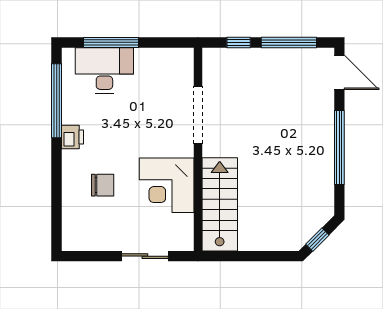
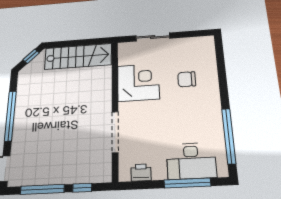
printer: (72, 137) -> (141, 173), moved, turned 90
stairs: (220, 204) -> (78, 56), moved, turned -90

